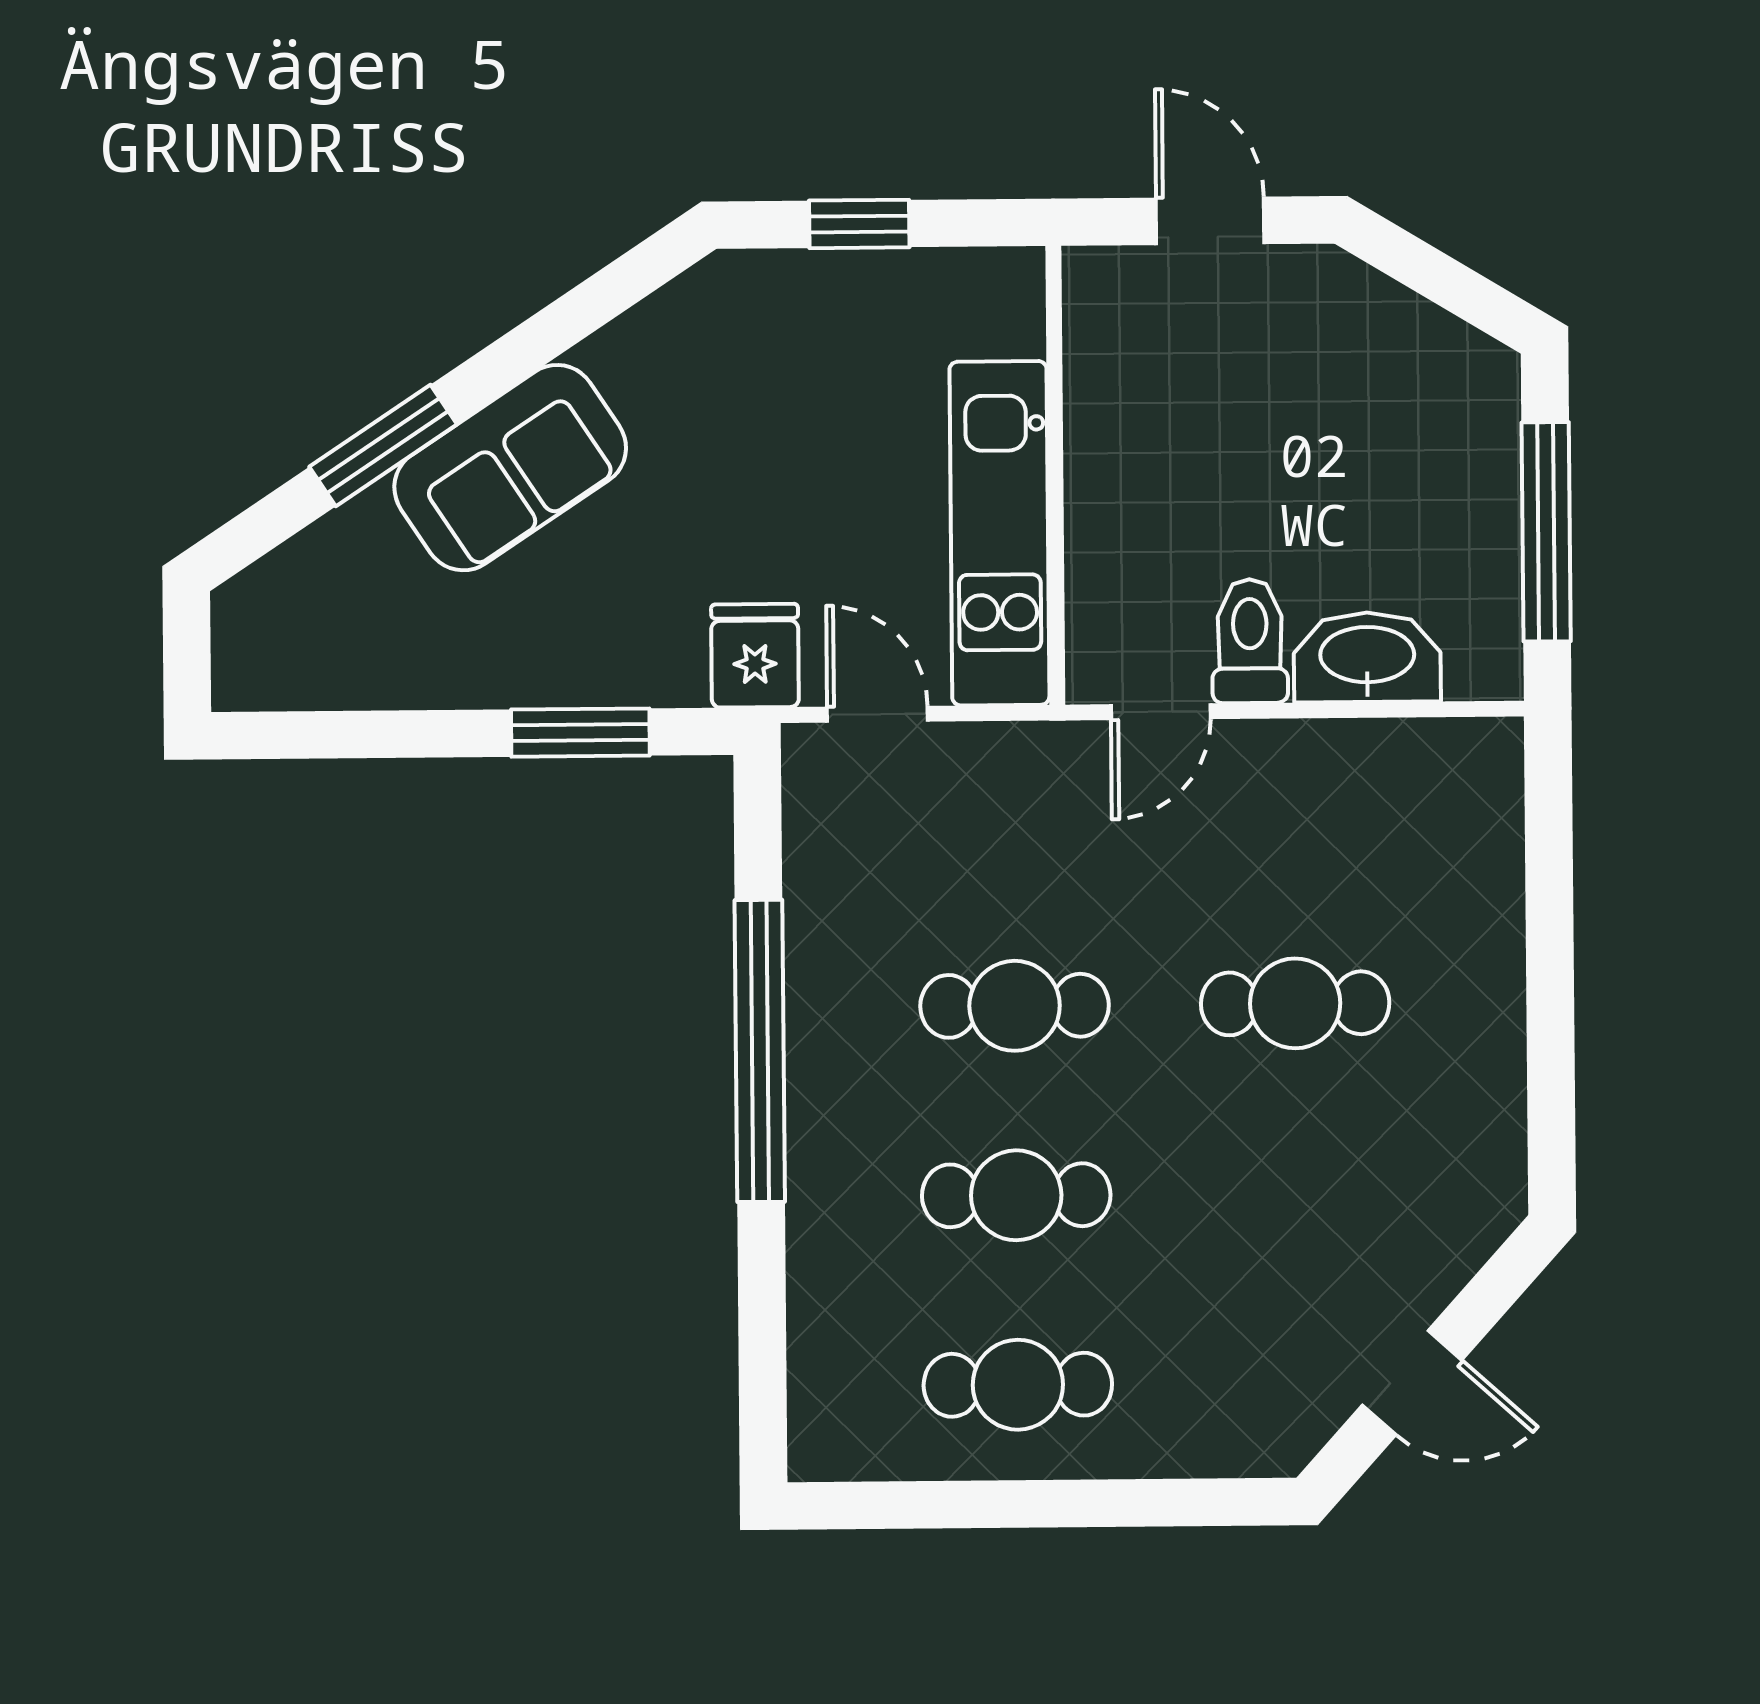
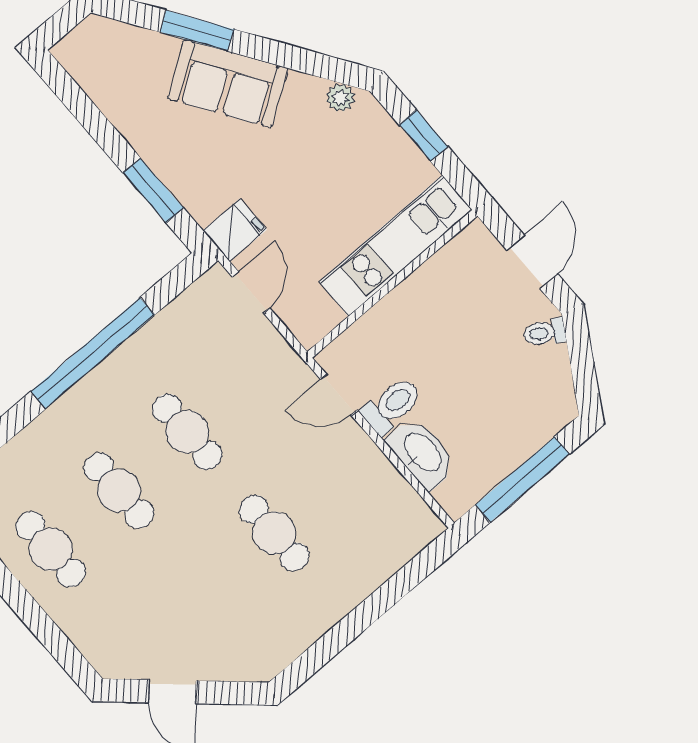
toilet: (1340, 297) -> (545, 333), added
plant: (686, 306) -> (340, 98), added
kitchen unit: (999, 533) -> (396, 246), moved

